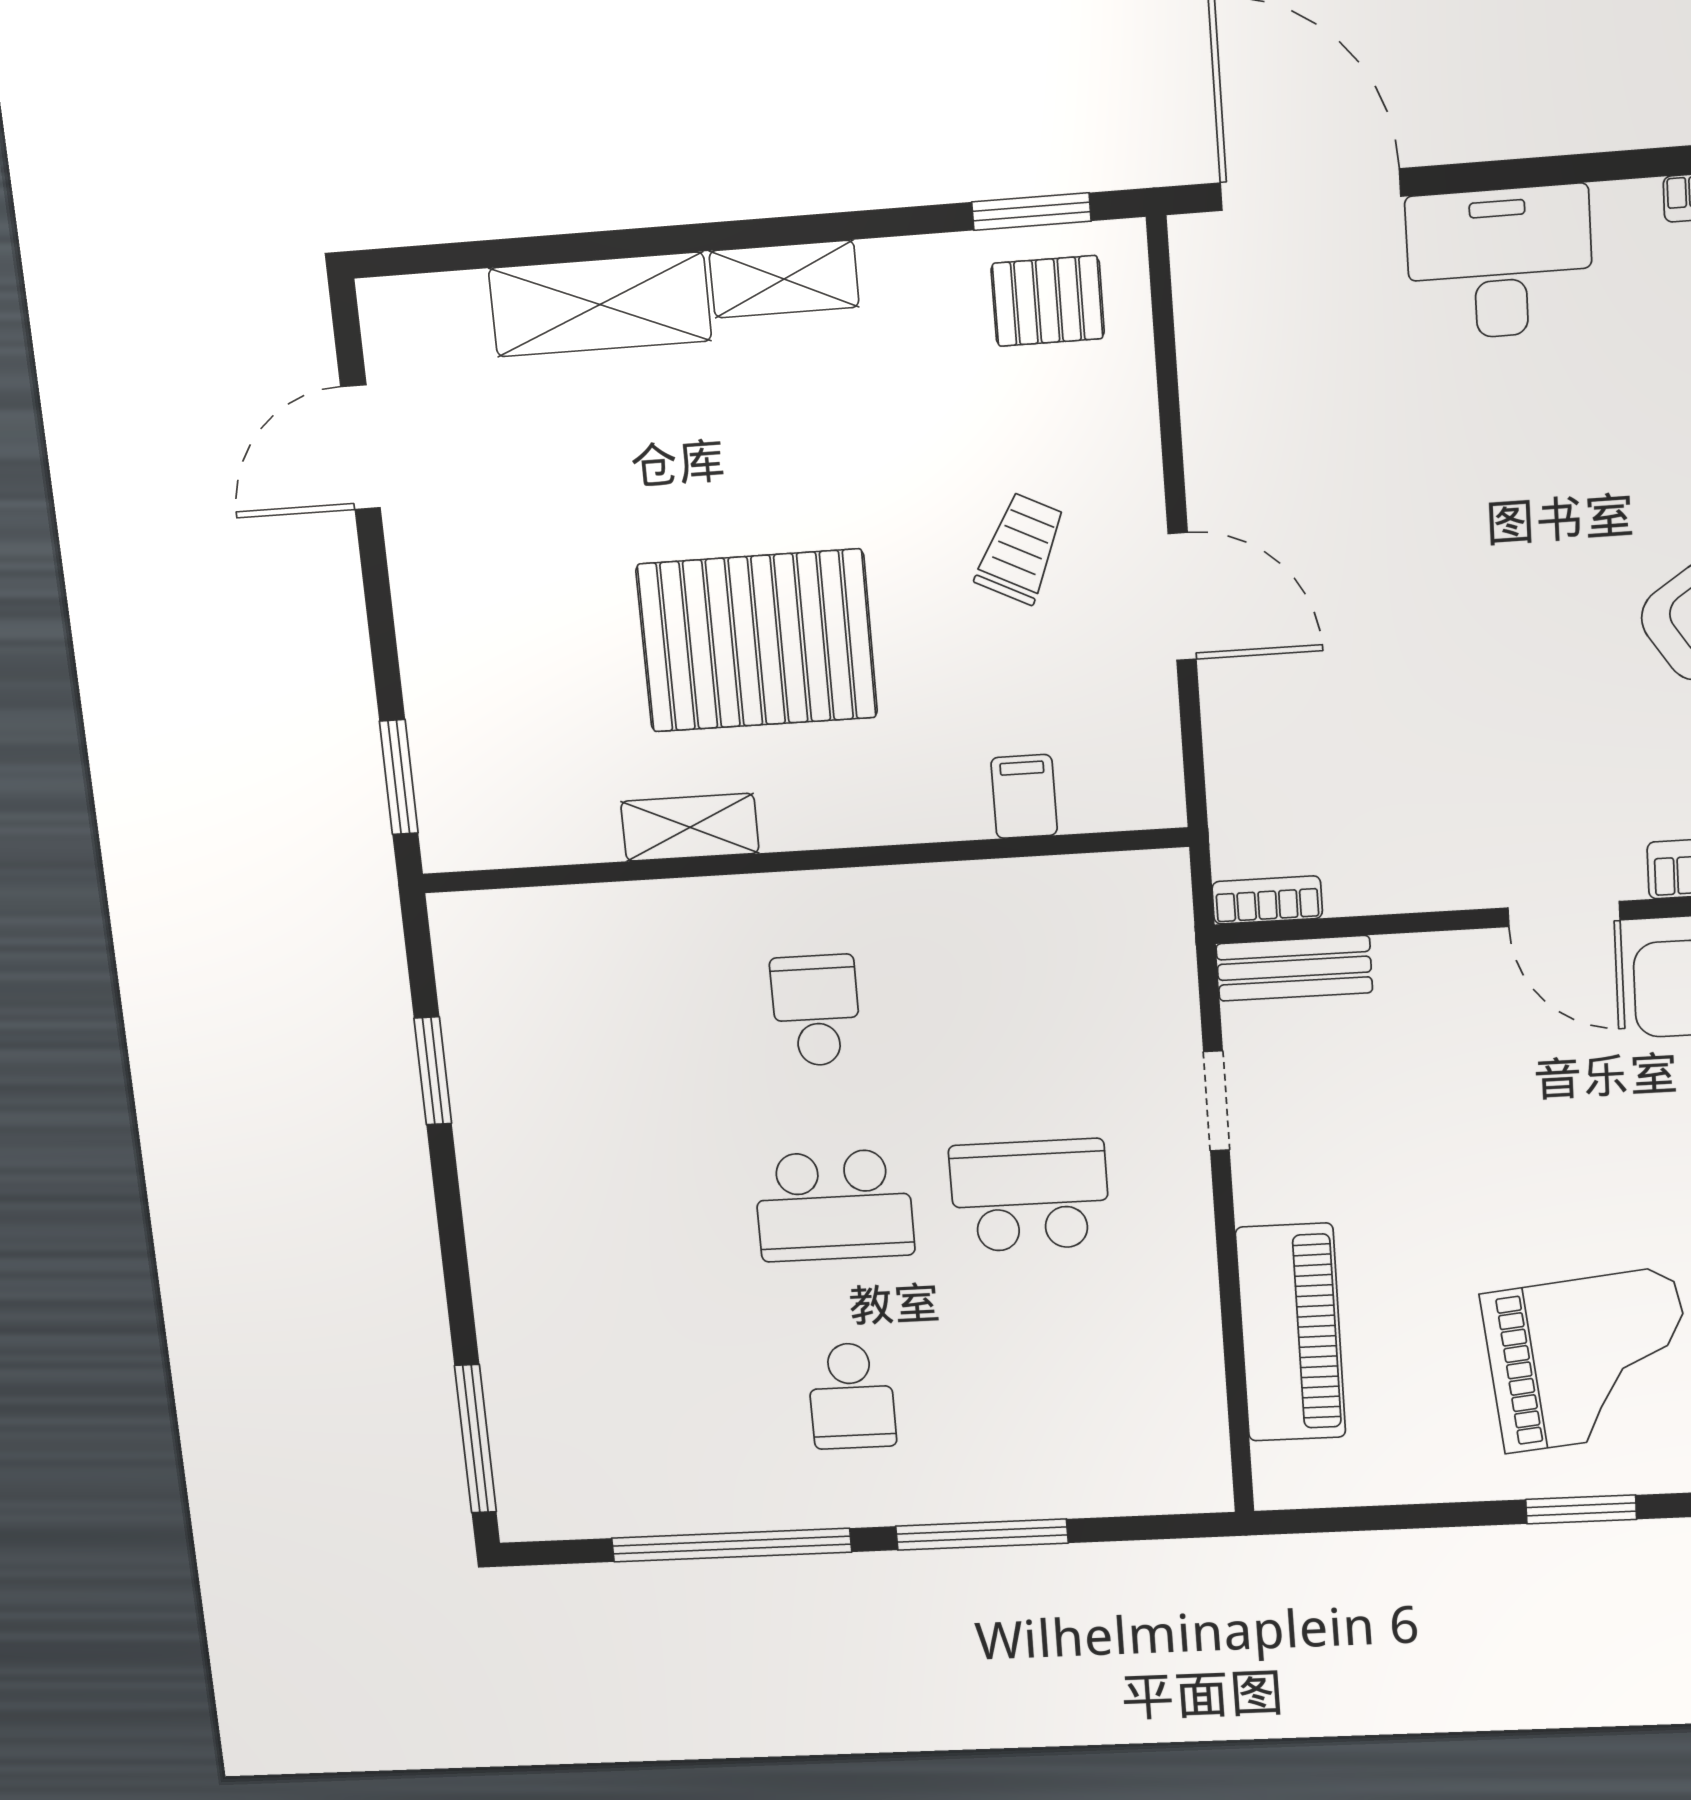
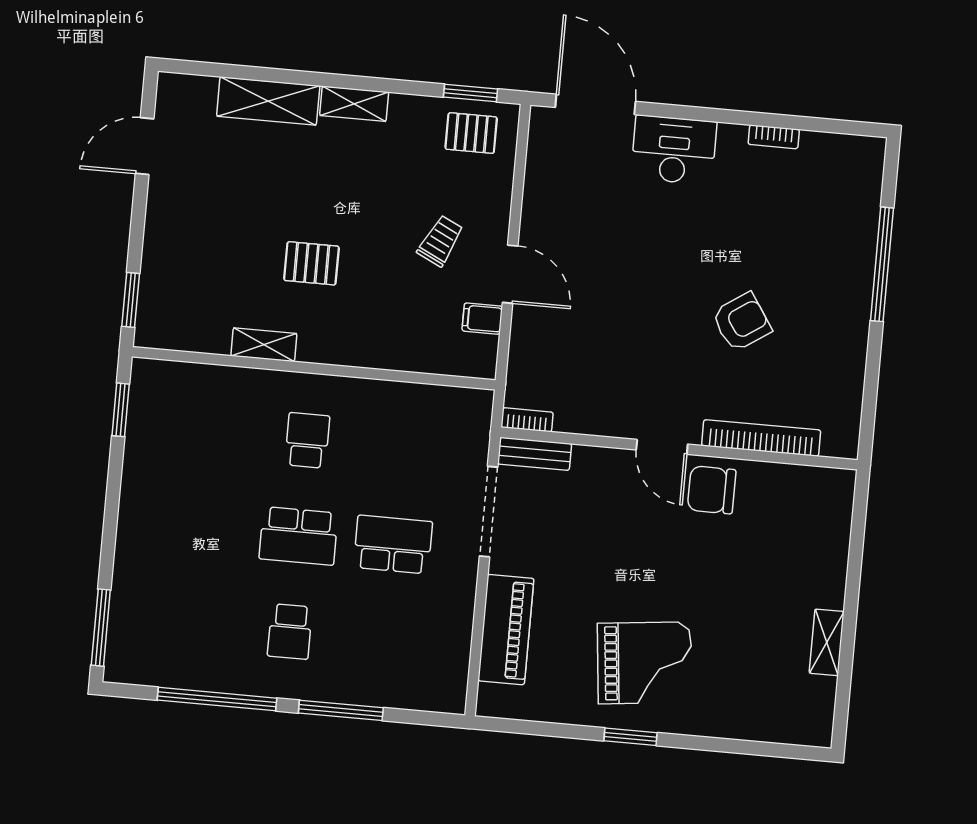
pallet: (757, 641) -> (311, 263), width x0.49, depth x0.50
filing cabinet: (1024, 796) -> (482, 319), moved, turned -90
window: (433, 1071) -> (121, 410), moved
doorway: (1216, 1101) -> (489, 512), width x1.88

